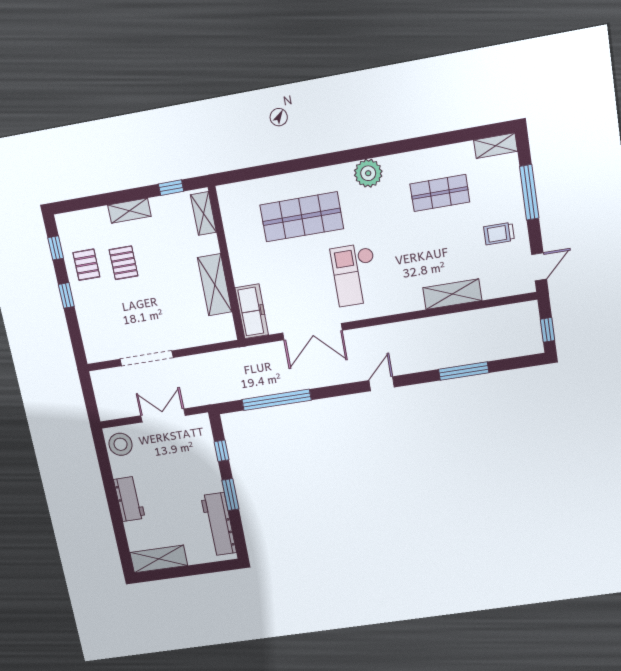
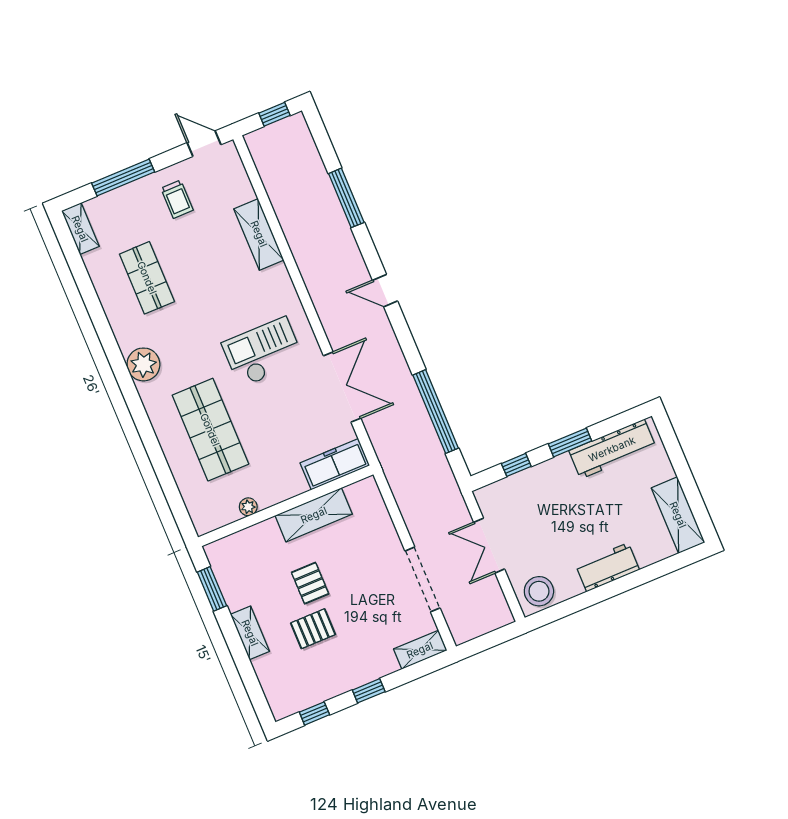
window: (171, 188) -> (212, 589), width x1.50
shelving: (204, 213) -> (420, 650), moved
plant: (232, 233) -> (248, 507), added
pallet: (86, 265) -> (310, 583), moved, turned 90
checkout: (355, 275) -> (263, 352), turned 180

